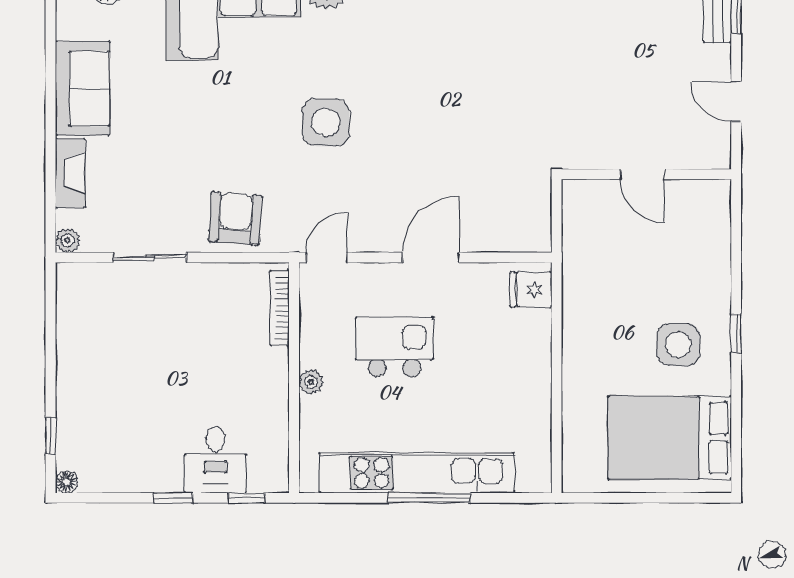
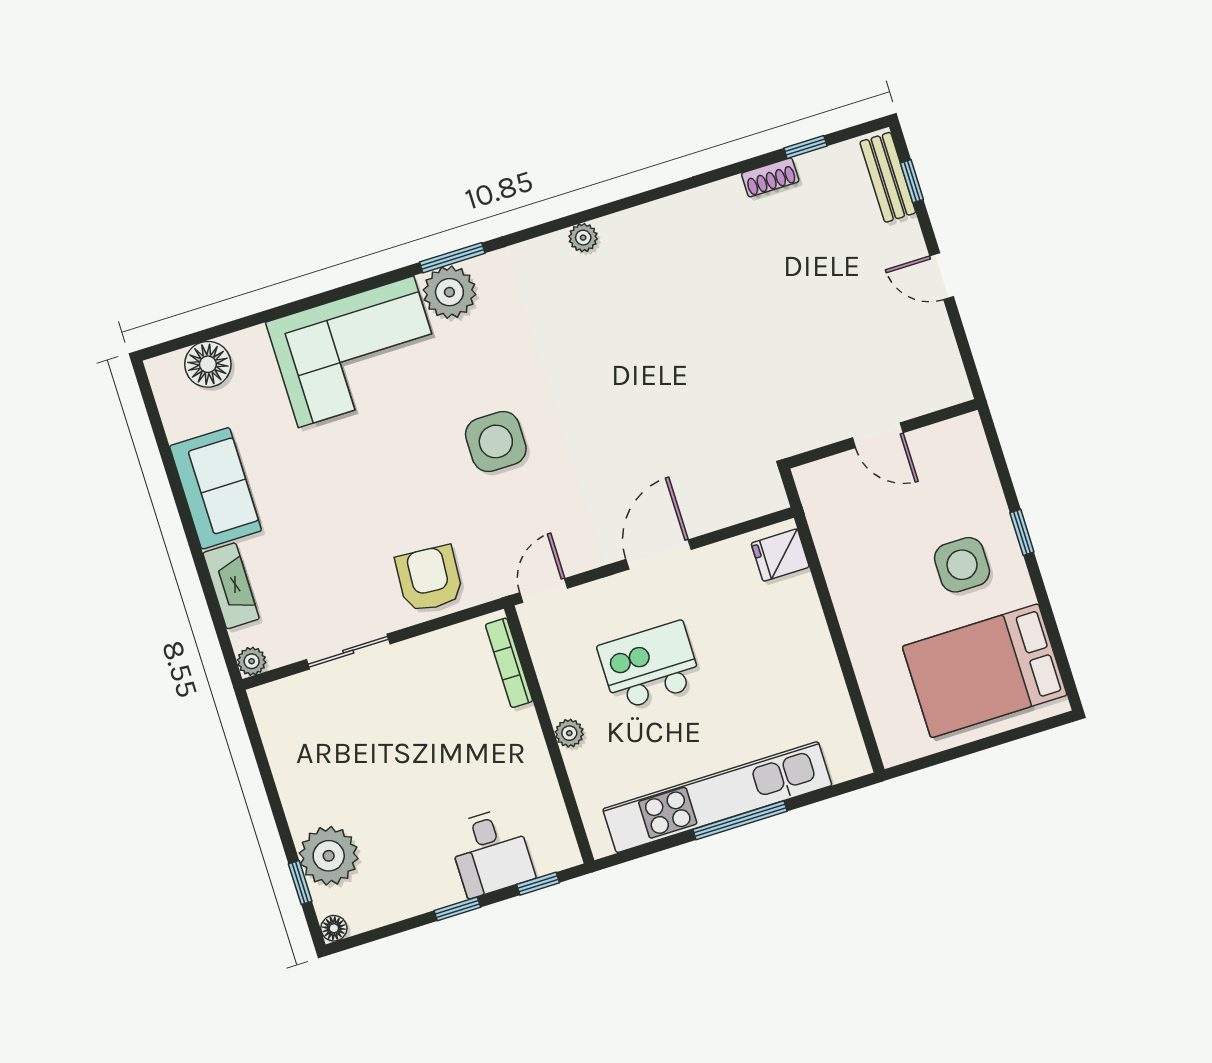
door: (642, 174) -> (878, 435), moved
wall: (646, 174) -> (882, 434), moved
plant: (81, 421) -> (329, 856), added

